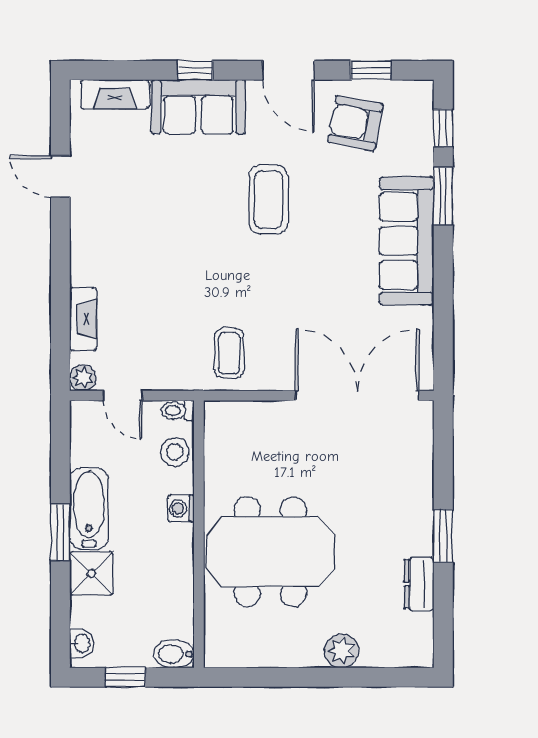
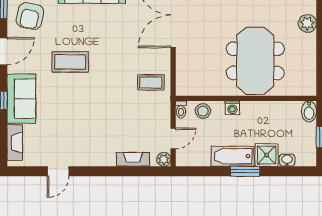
washbasin: (82, 643) -> (287, 160), moved

